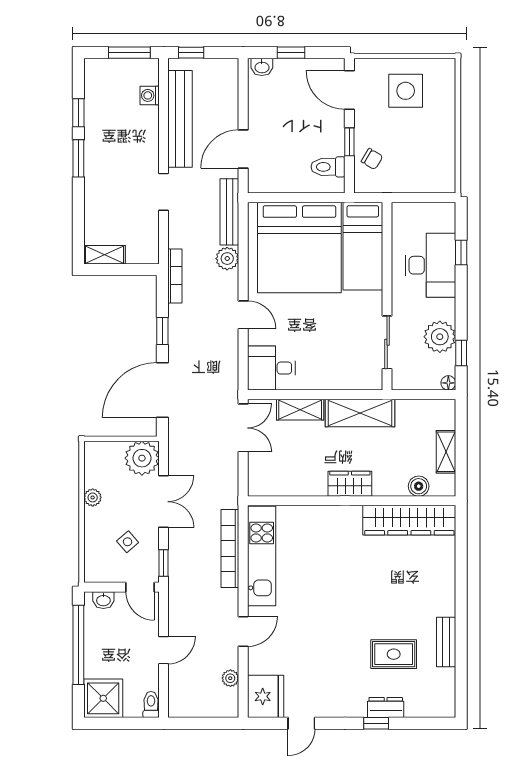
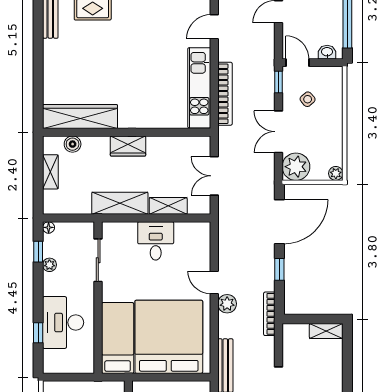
plant: (227, 259) -> (227, 304), moved
plant: (440, 337) -> (49, 265), width x0.53, depth x0.53
desk: (271, 368) -> (156, 241), moved, turned -90
double door: (243, 428) -> (214, 176), moved
plant: (93, 497) -> (336, 173), moved

